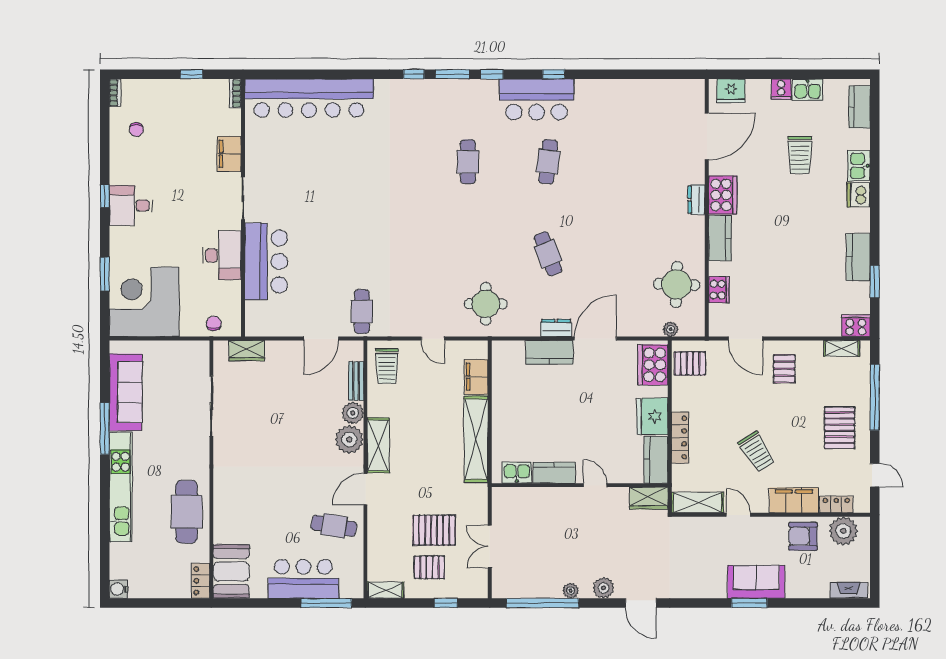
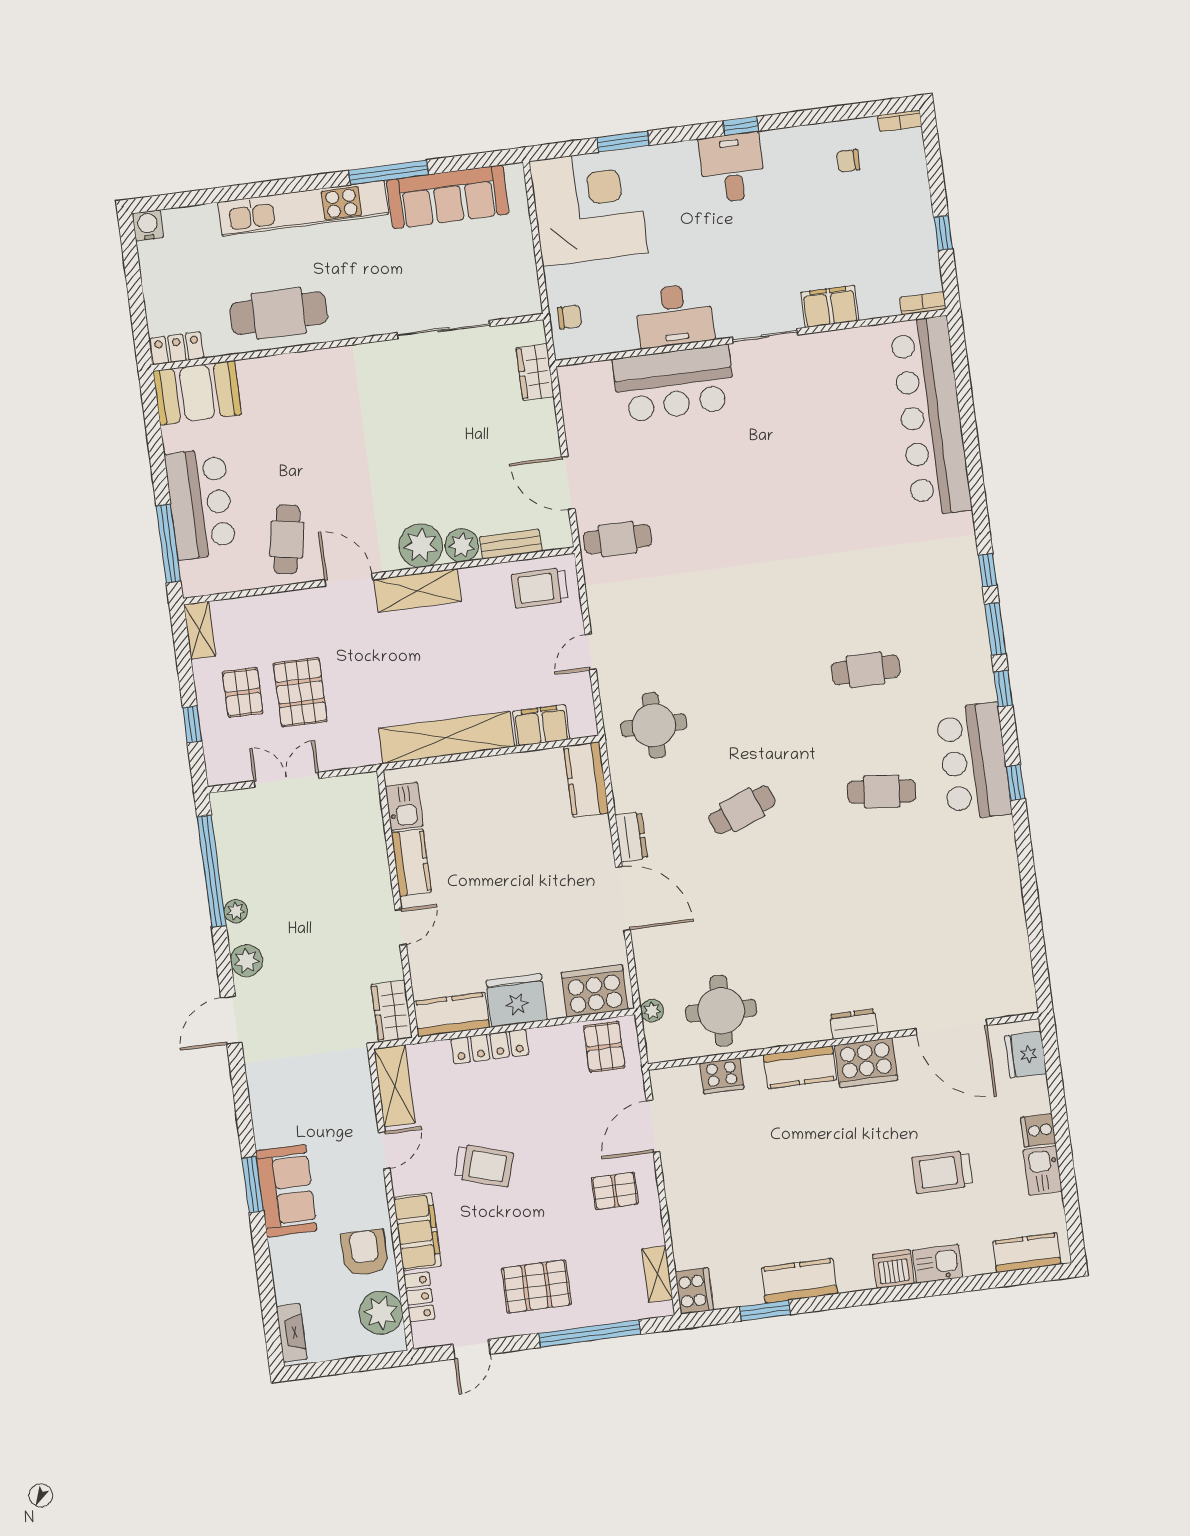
kitchen counter: (549, 352) -> (586, 780), moved
trolley: (757, 452) -> (484, 1166), turned -130

